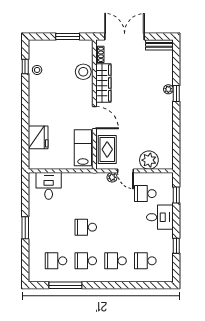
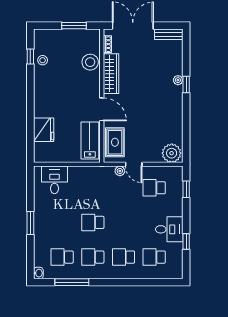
plant: (149, 160) -> (172, 153), moved
desk: (160, 217) -> (169, 229), moved
washbasin: (33, 276) -> (38, 273), added

